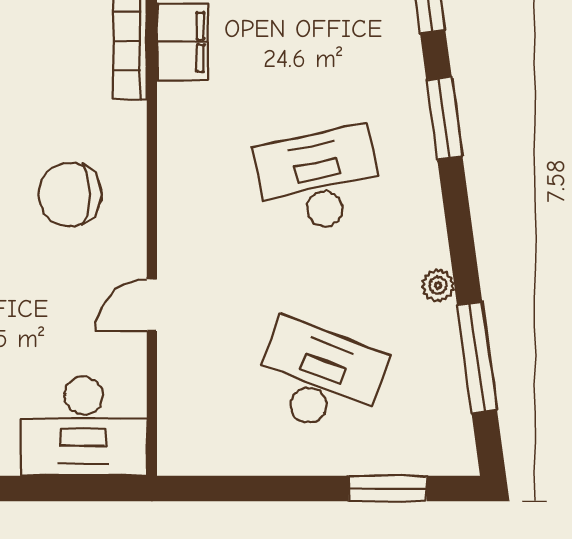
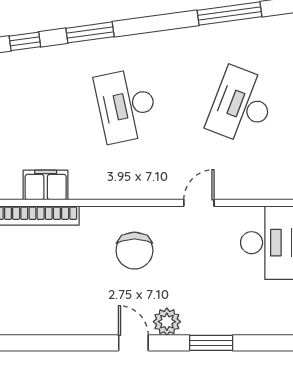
plant: (438, 285) -> (187, 36), removed
door: (152, 305) -> (199, 203), swing flipped

